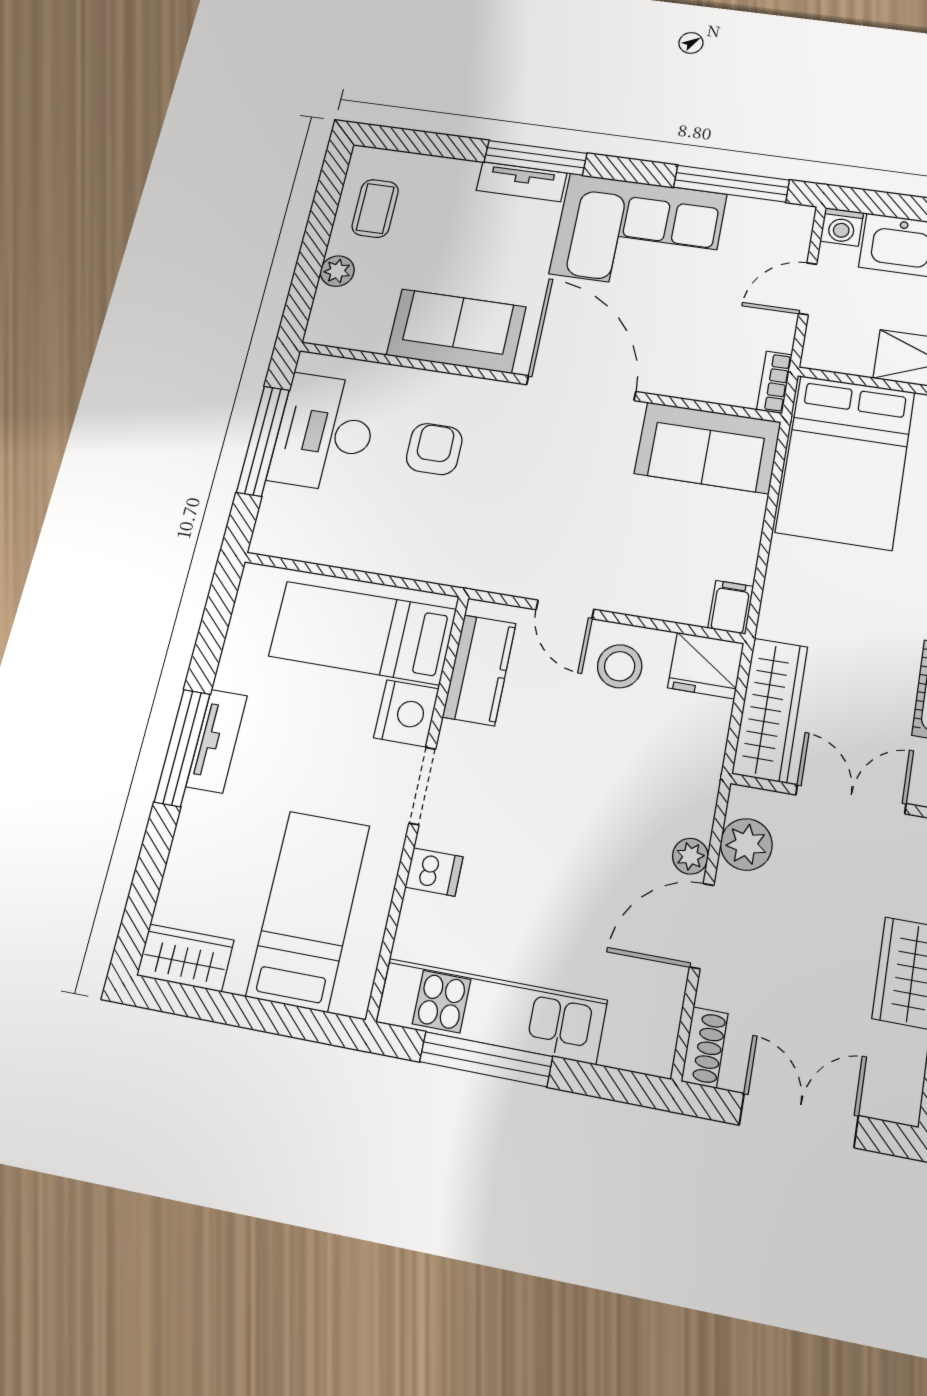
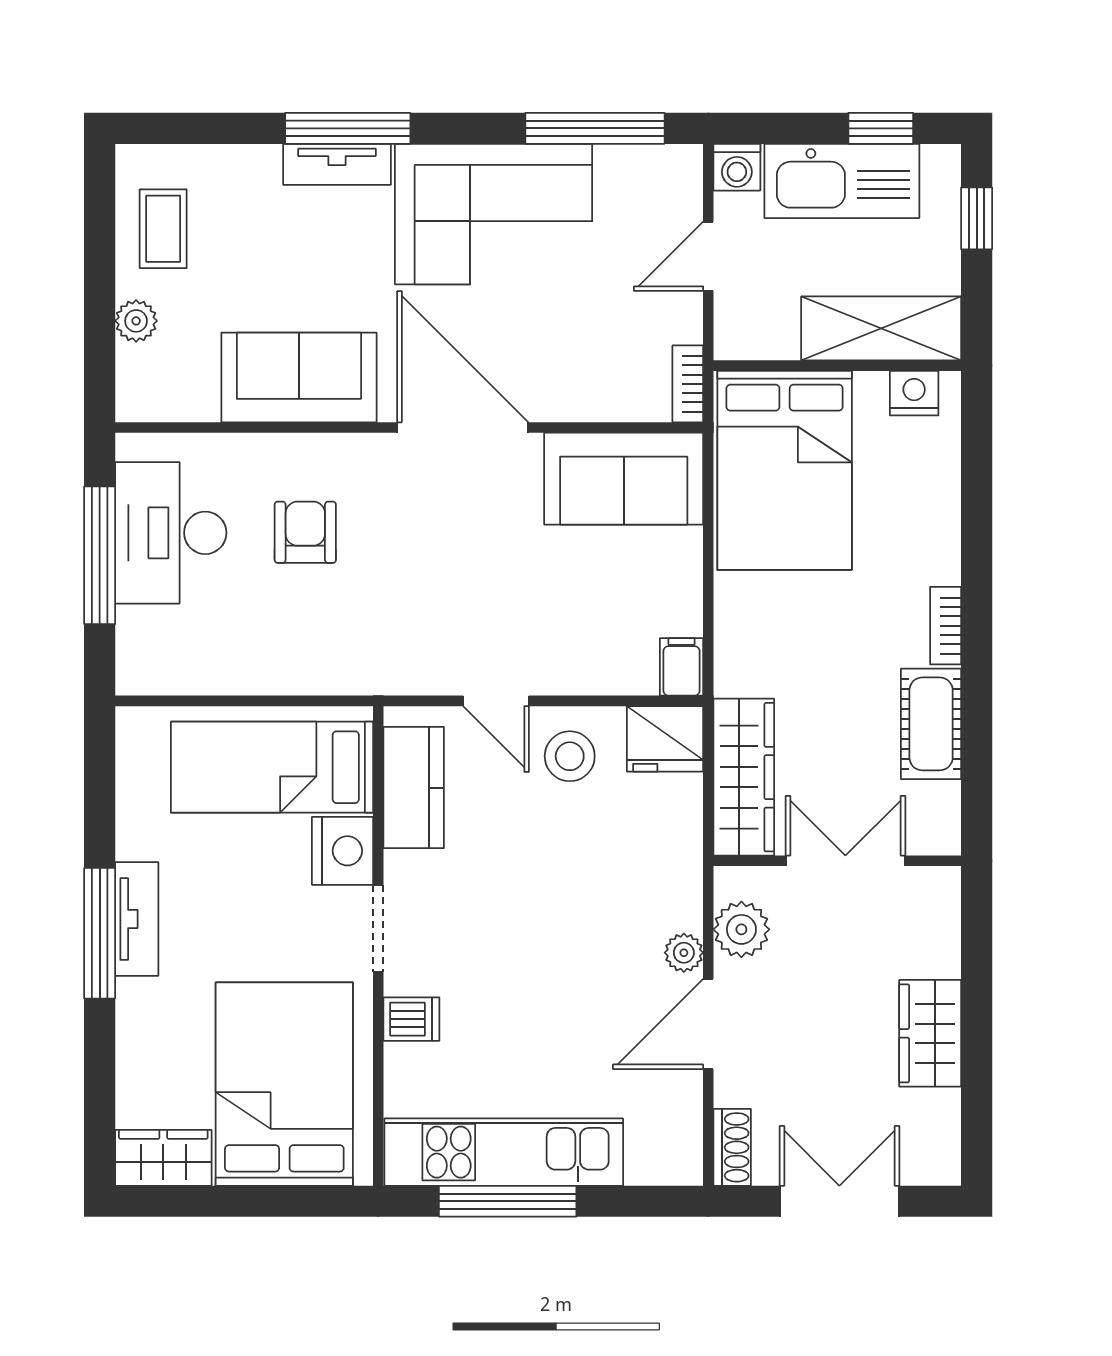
bed: (308, 910) -> (284, 1084), width x1.50

